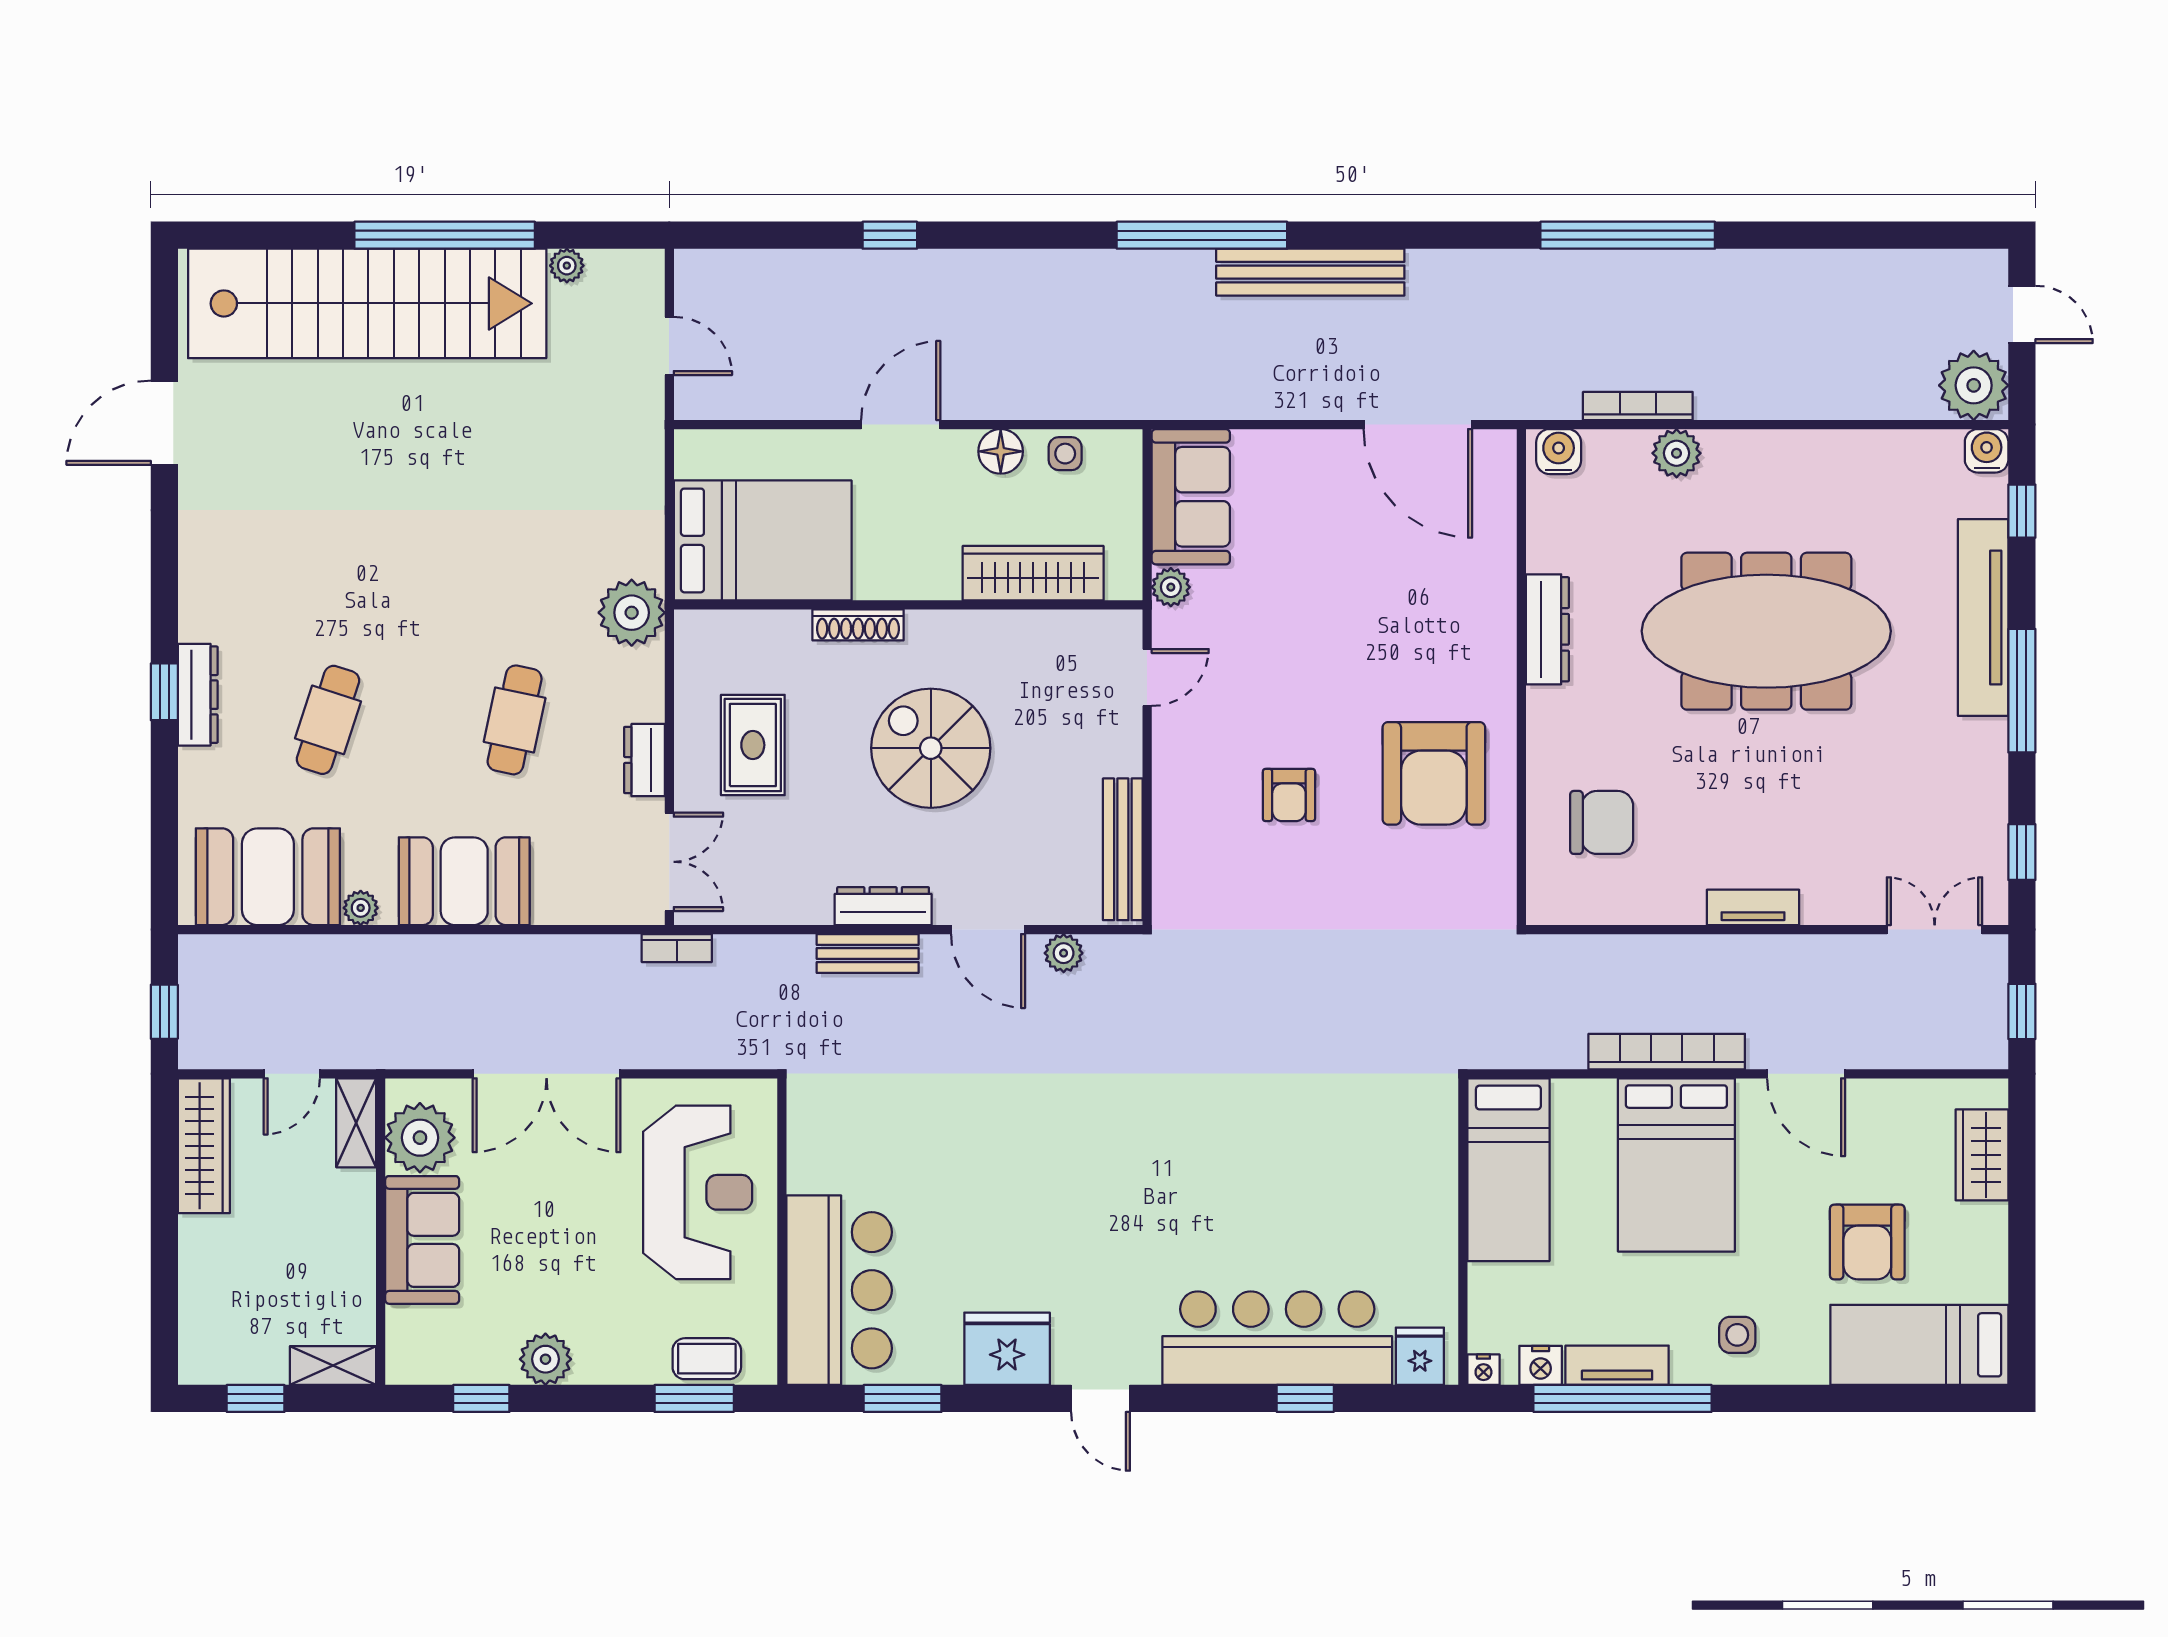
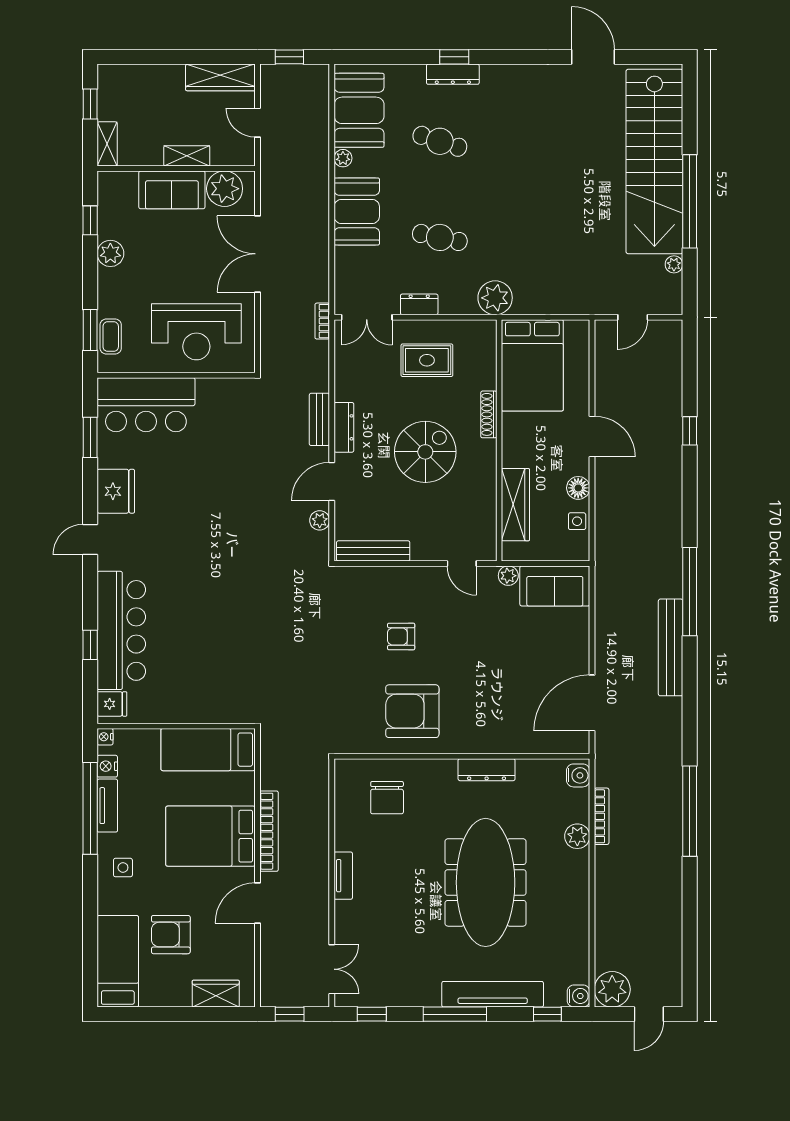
shelving: (356, 1123) -> (187, 156), moved

